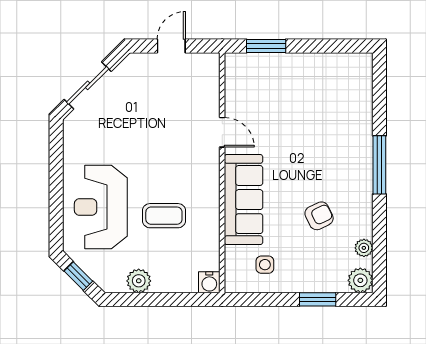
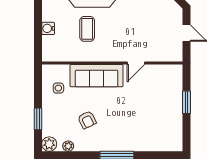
window: (266, 46) -> (187, 102), moved
plant: (139, 281) -> (49, 14), removed
water cooler: (209, 282) -> (48, 28), moved

